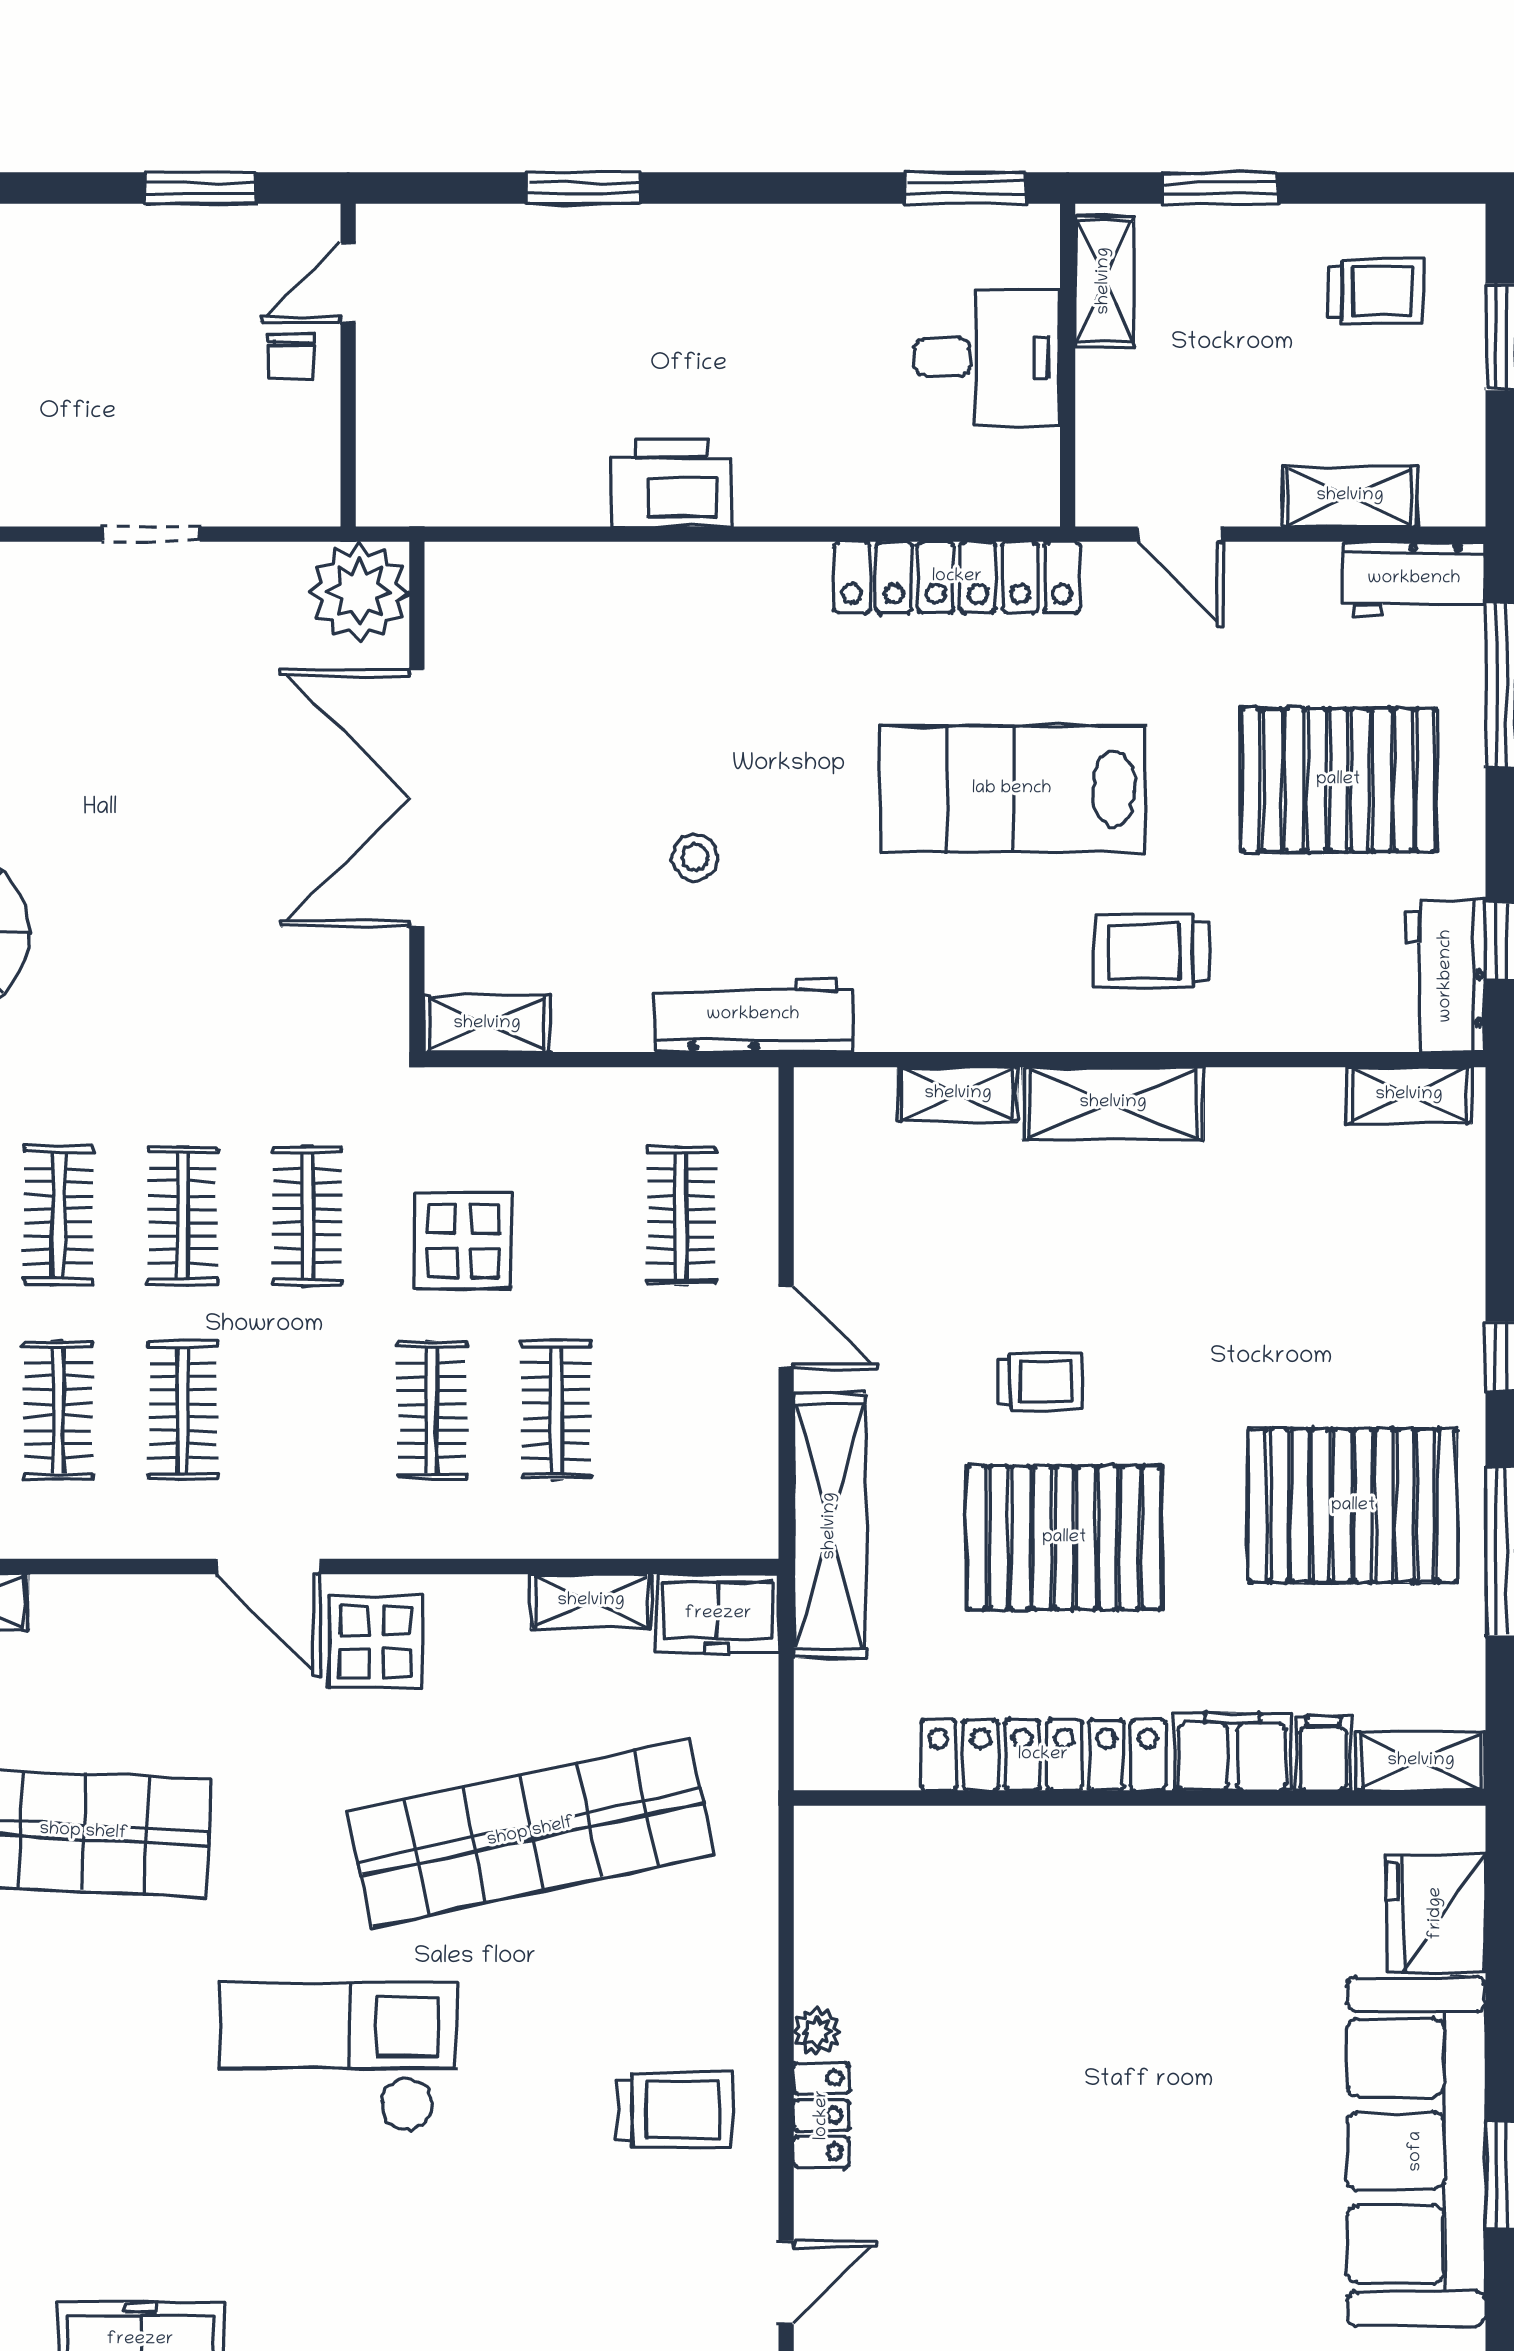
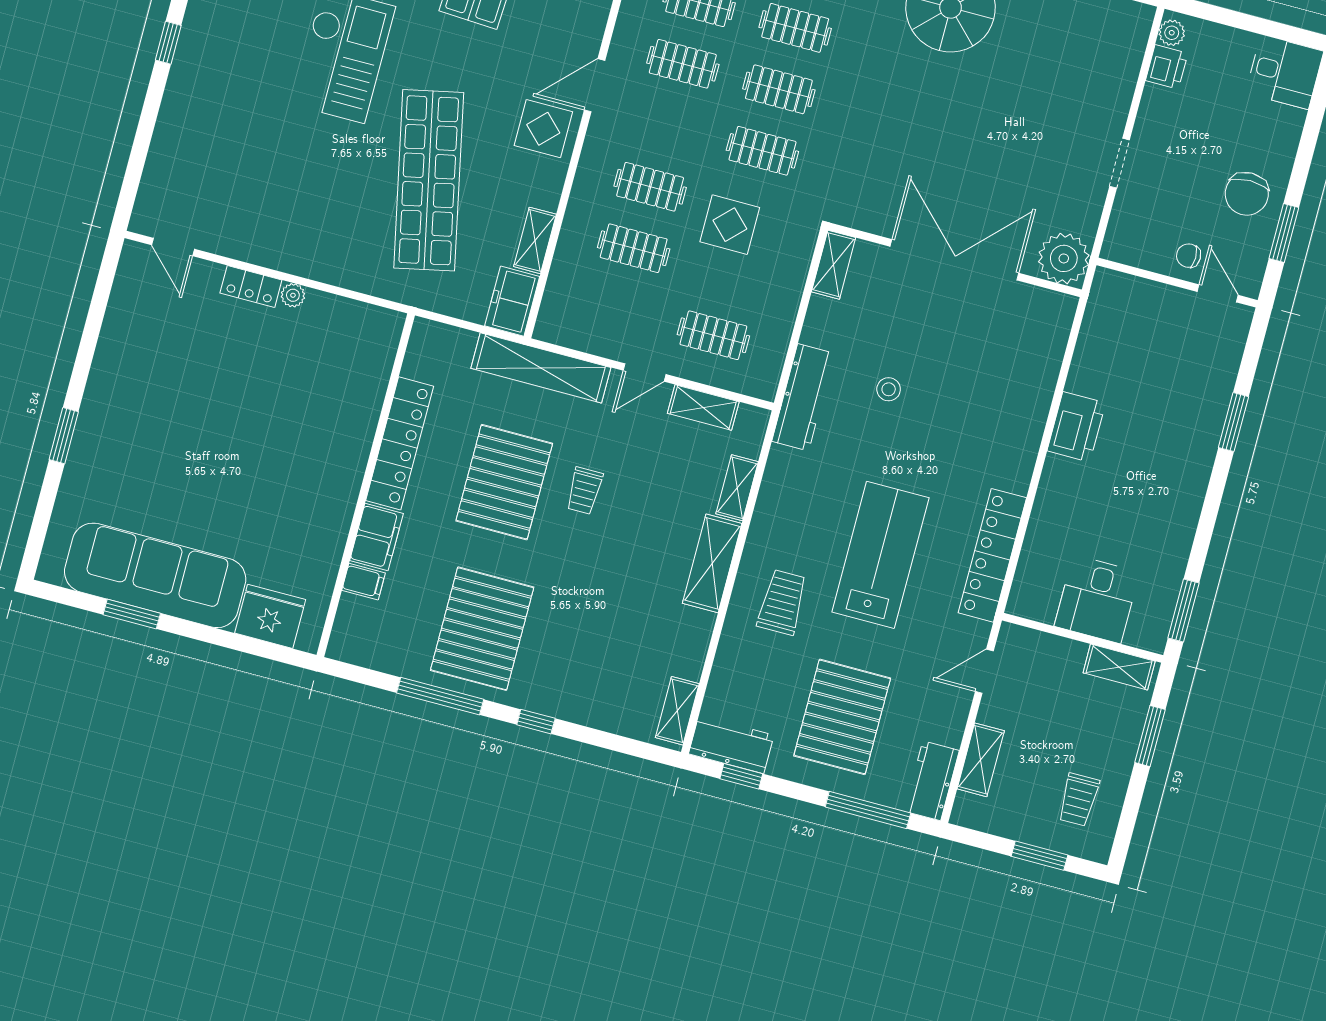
chair: (145, 278) -> (1247, 194), added
shelving: (1421, 1761) -> (703, 407), moved, turned 90
trolley: (675, 2110) -> (273, 215), removed

